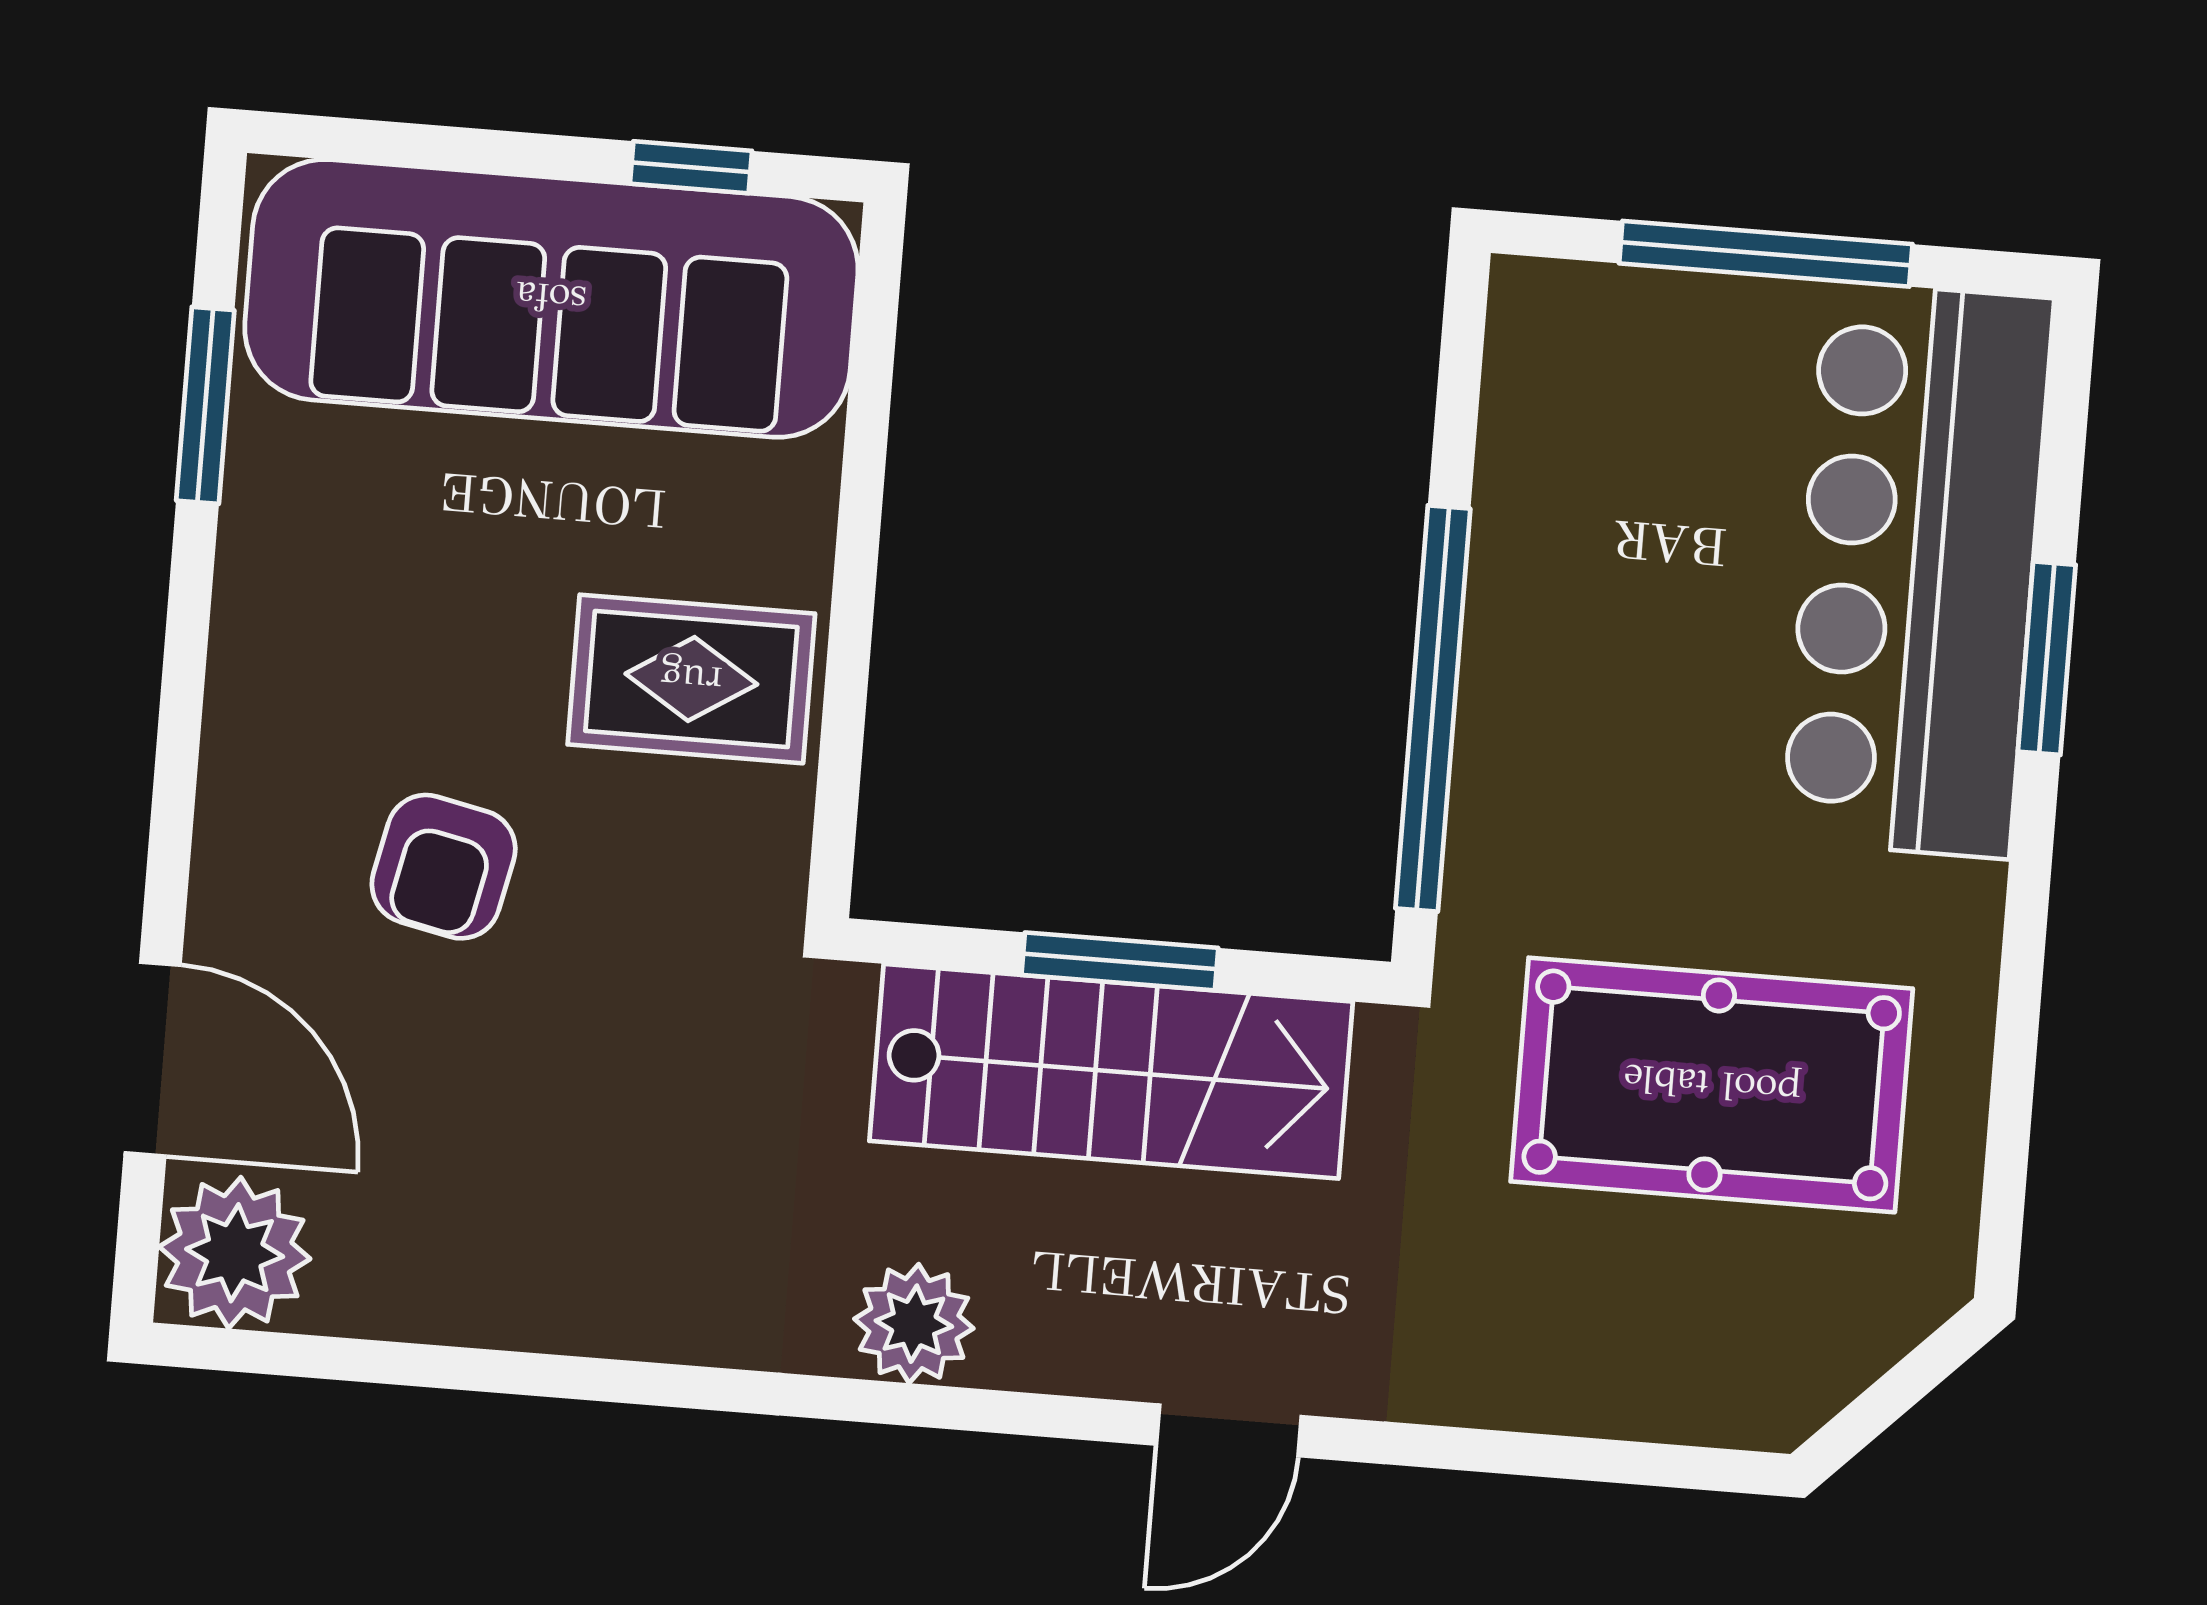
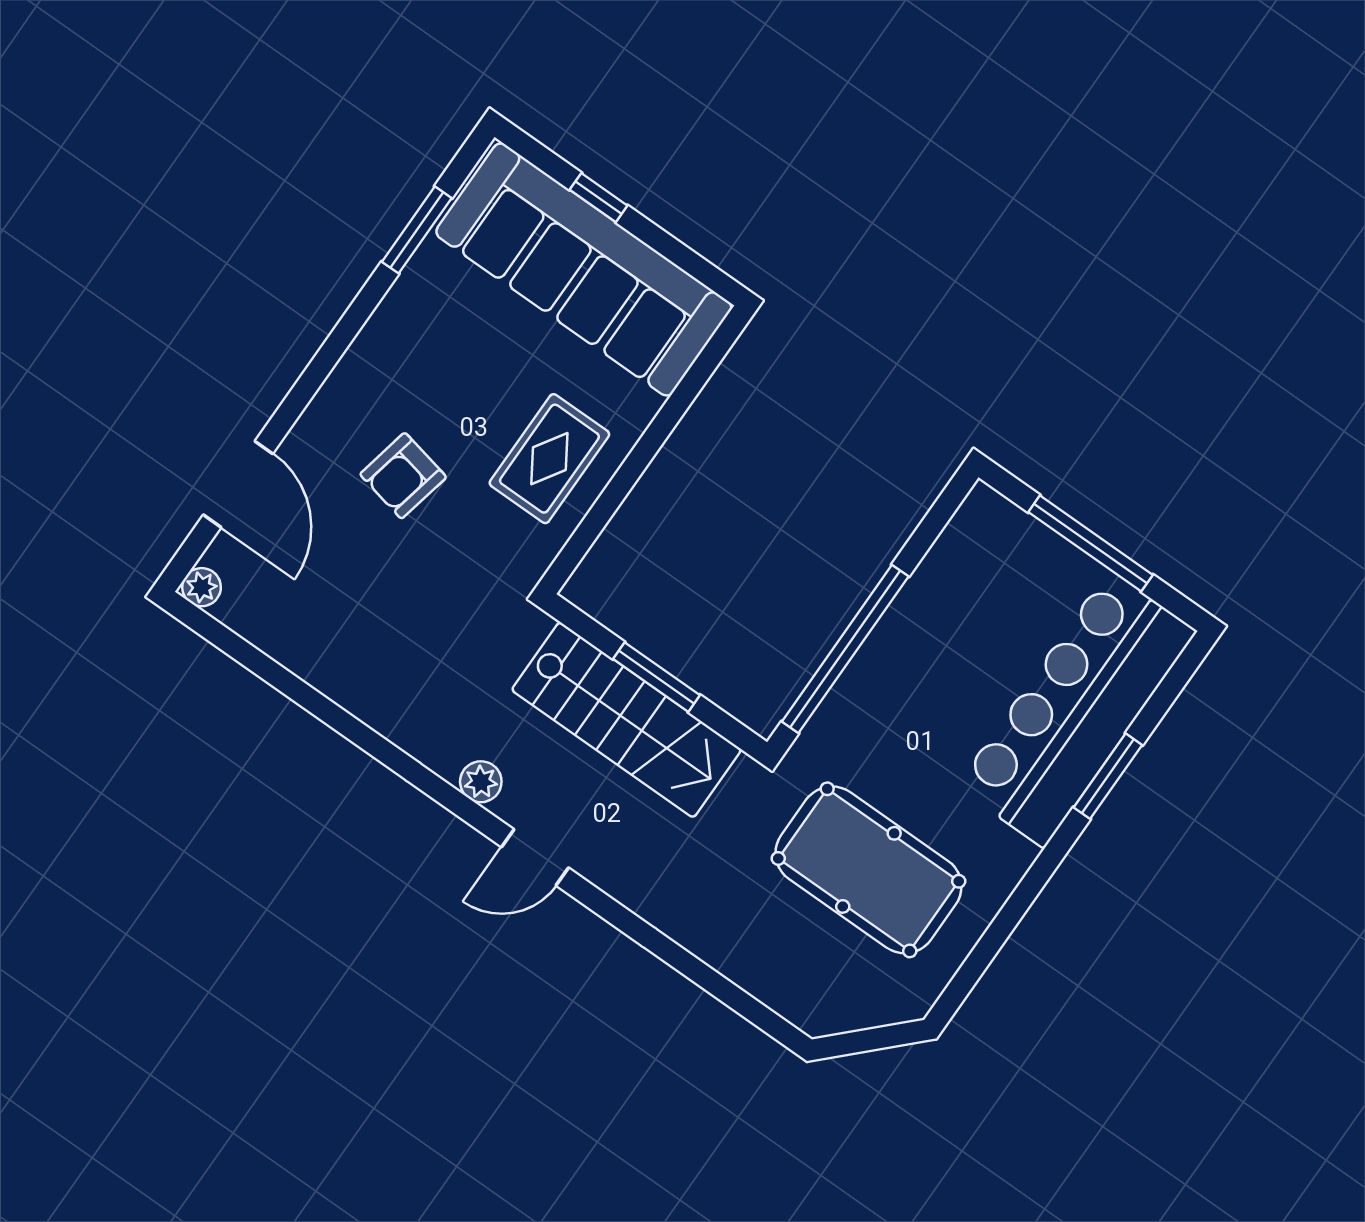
window: (691, 167) -> (599, 198), moved
rug: (691, 679) -> (549, 459), turned 90
plant: (235, 1253) -> (202, 587), width x0.53, depth x0.53
plant: (914, 1324) -> (481, 782), width x0.73, depth x0.73
door: (1229, 1430) -> (535, 857), moved

